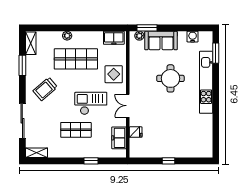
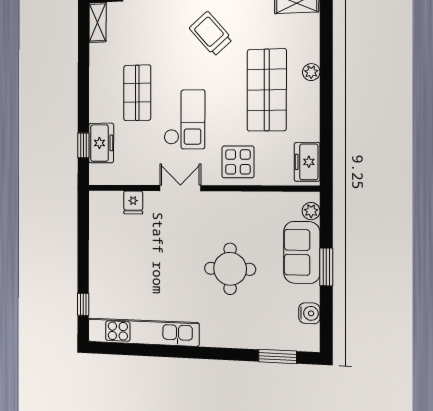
window: (147, 28) -> (326, 267), moved
kitchen unit: (206, 82) -> (143, 332), moved
freezer: (119, 138) -> (101, 143), moved, turned 90
window: (91, 161) -> (83, 145), moved
window: (169, 161) -> (83, 304), moved

